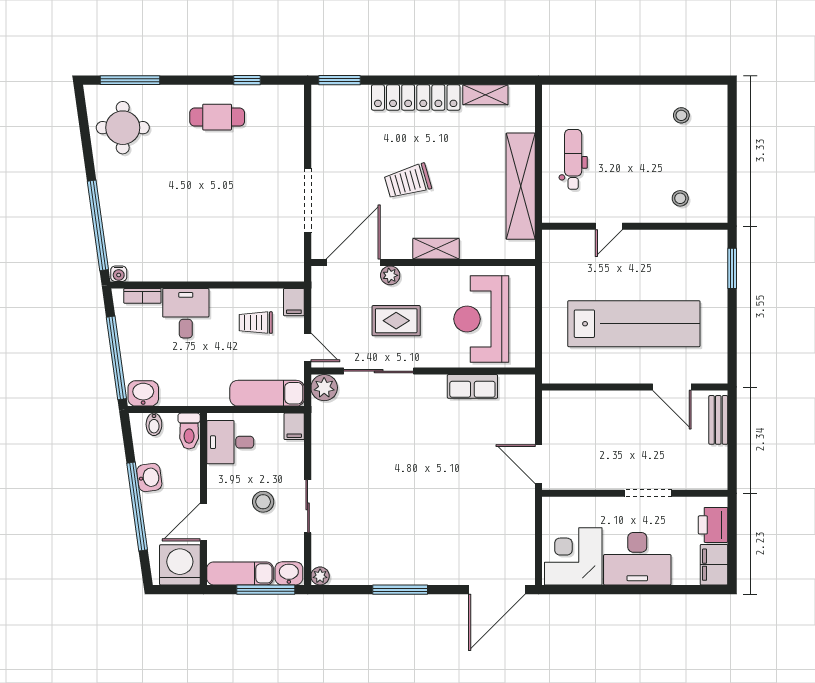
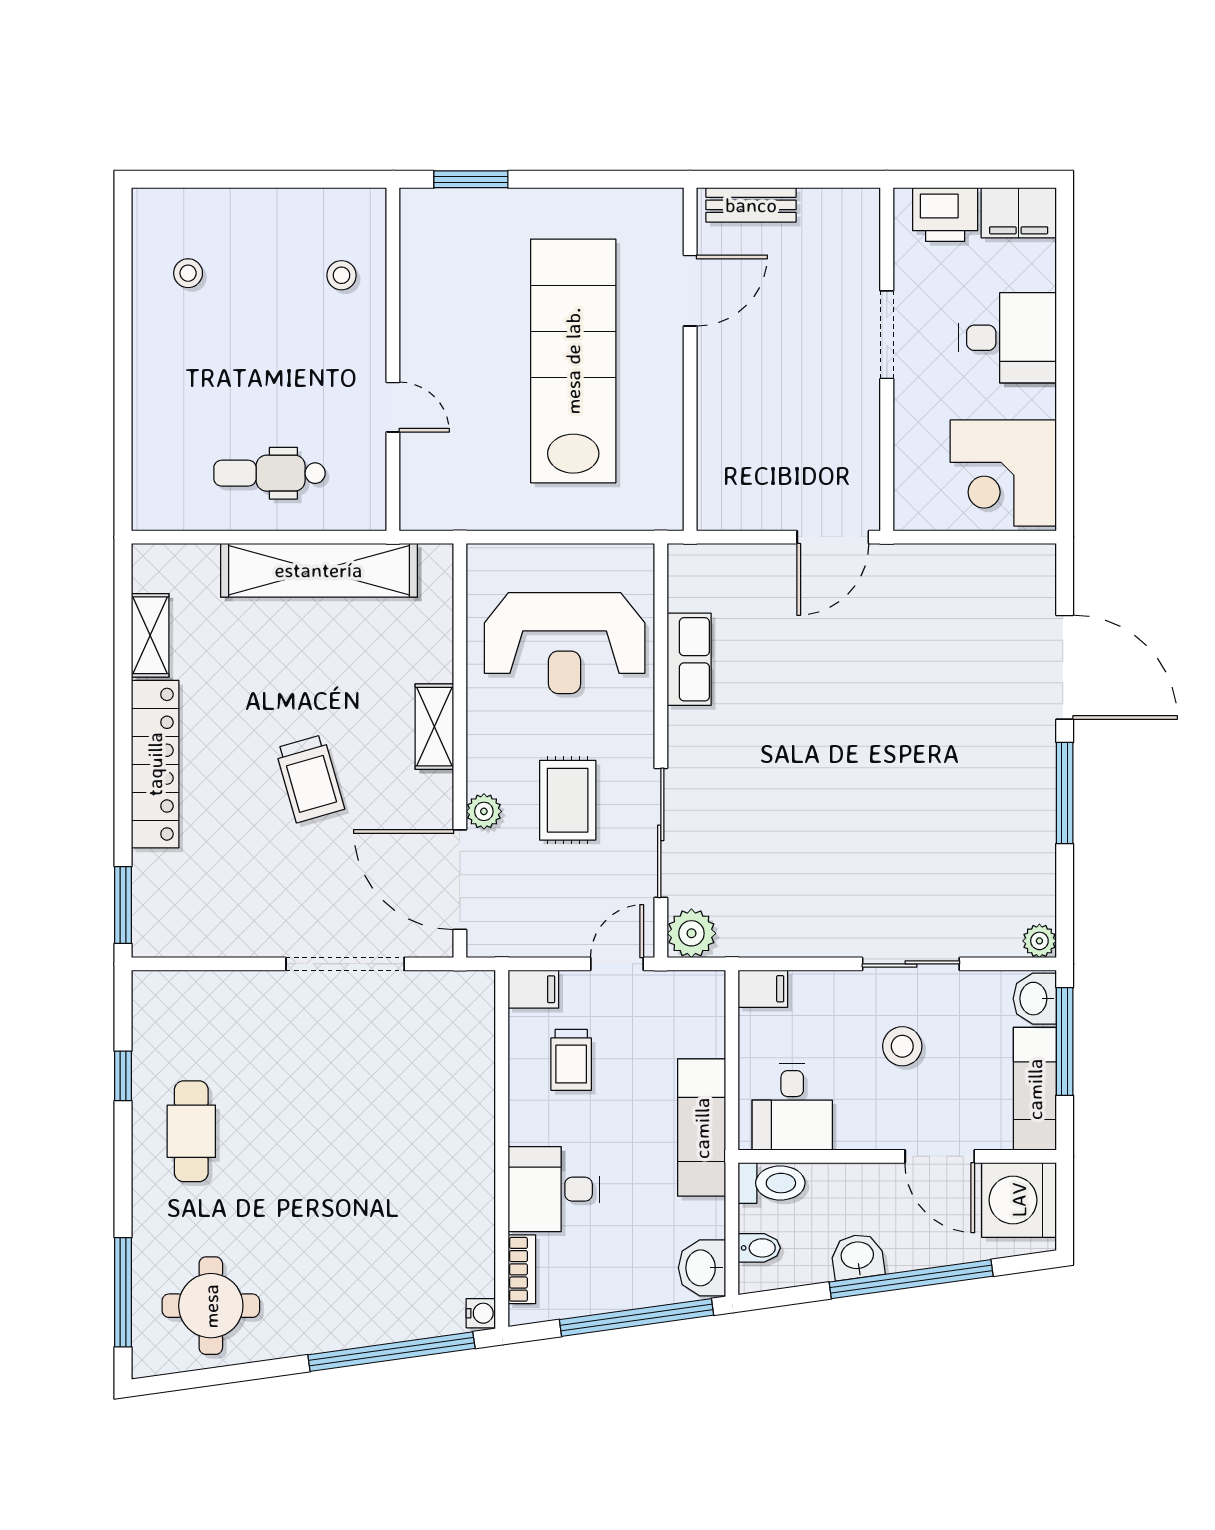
exam couch: (267, 393) -> (702, 1128), moved
desk: (637, 559) -> (1008, 338), width x0.73
door: (497, 590) -> (1065, 667), moved

